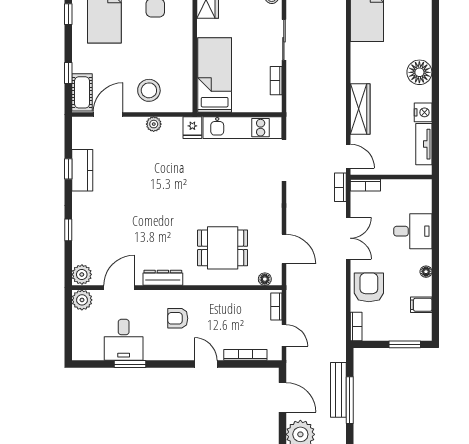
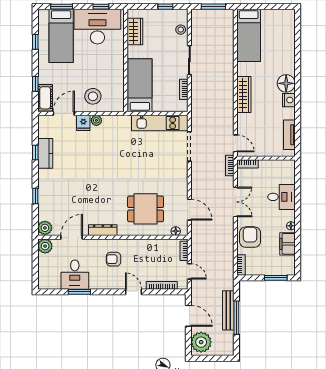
wardrobe: (360, 109) -> (244, 95), moved
nightstand: (423, 112) -> (289, 100), moved
fridge: (192, 128) -> (83, 123), moved
filing cabinet: (421, 305) -> (287, 244), width x2.00

